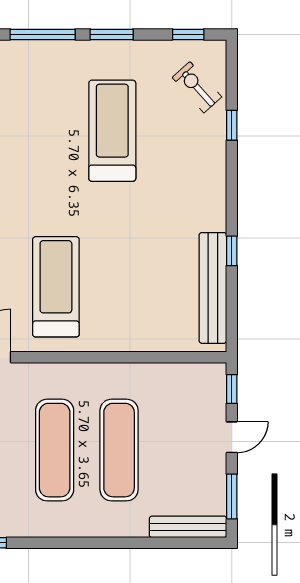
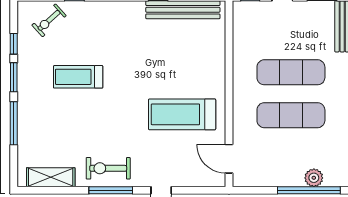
window: (188, 34) -> (14, 44), moved
treadmill: (112, 131) -> (78, 77), width x0.73, depth x0.73

